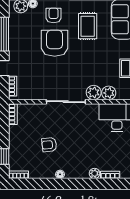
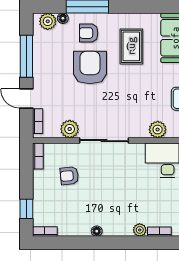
armchair: (54, 15) -> (89, 33), turned -90
plant: (94, 92) -> (70, 129), moved
armchair: (49, 145) -> (69, 176), moved

